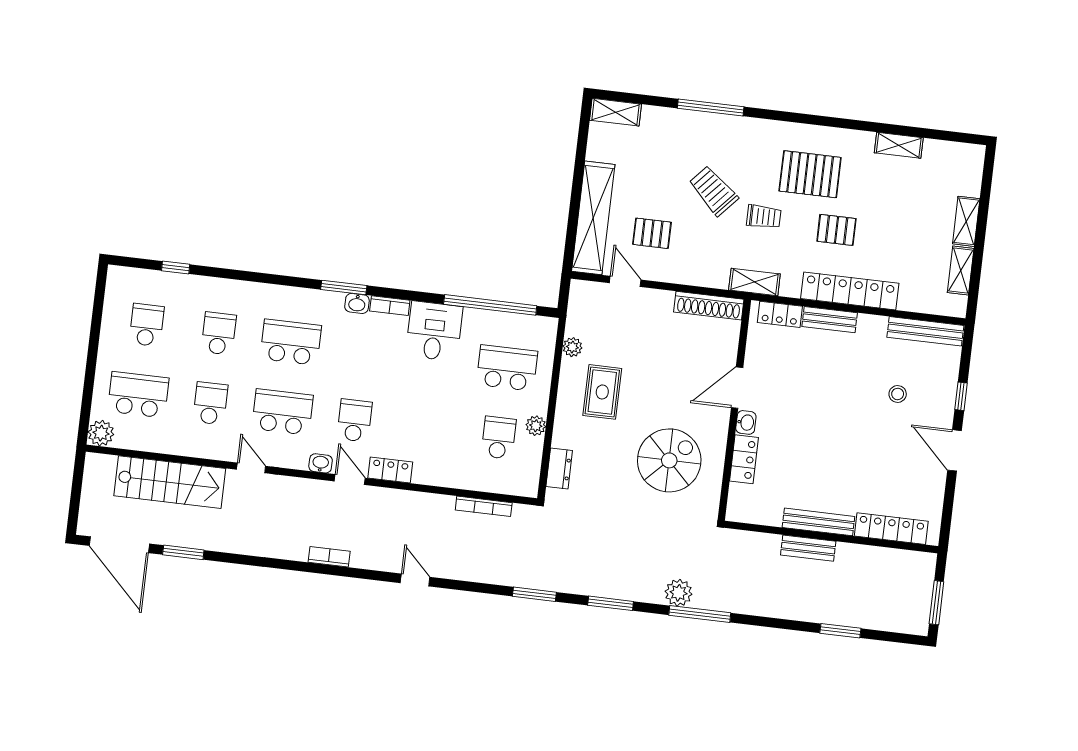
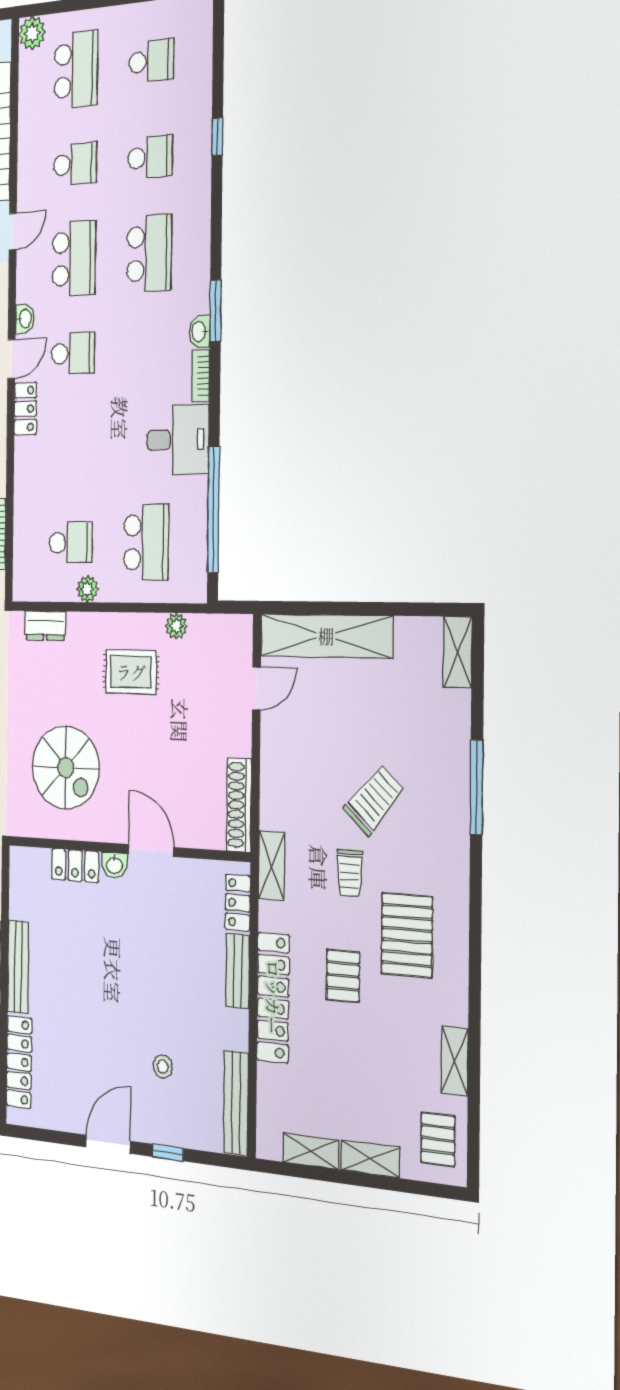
pallet: (652, 233) -> (438, 1139), moved
window: (176, 267) -> (217, 137), moved

